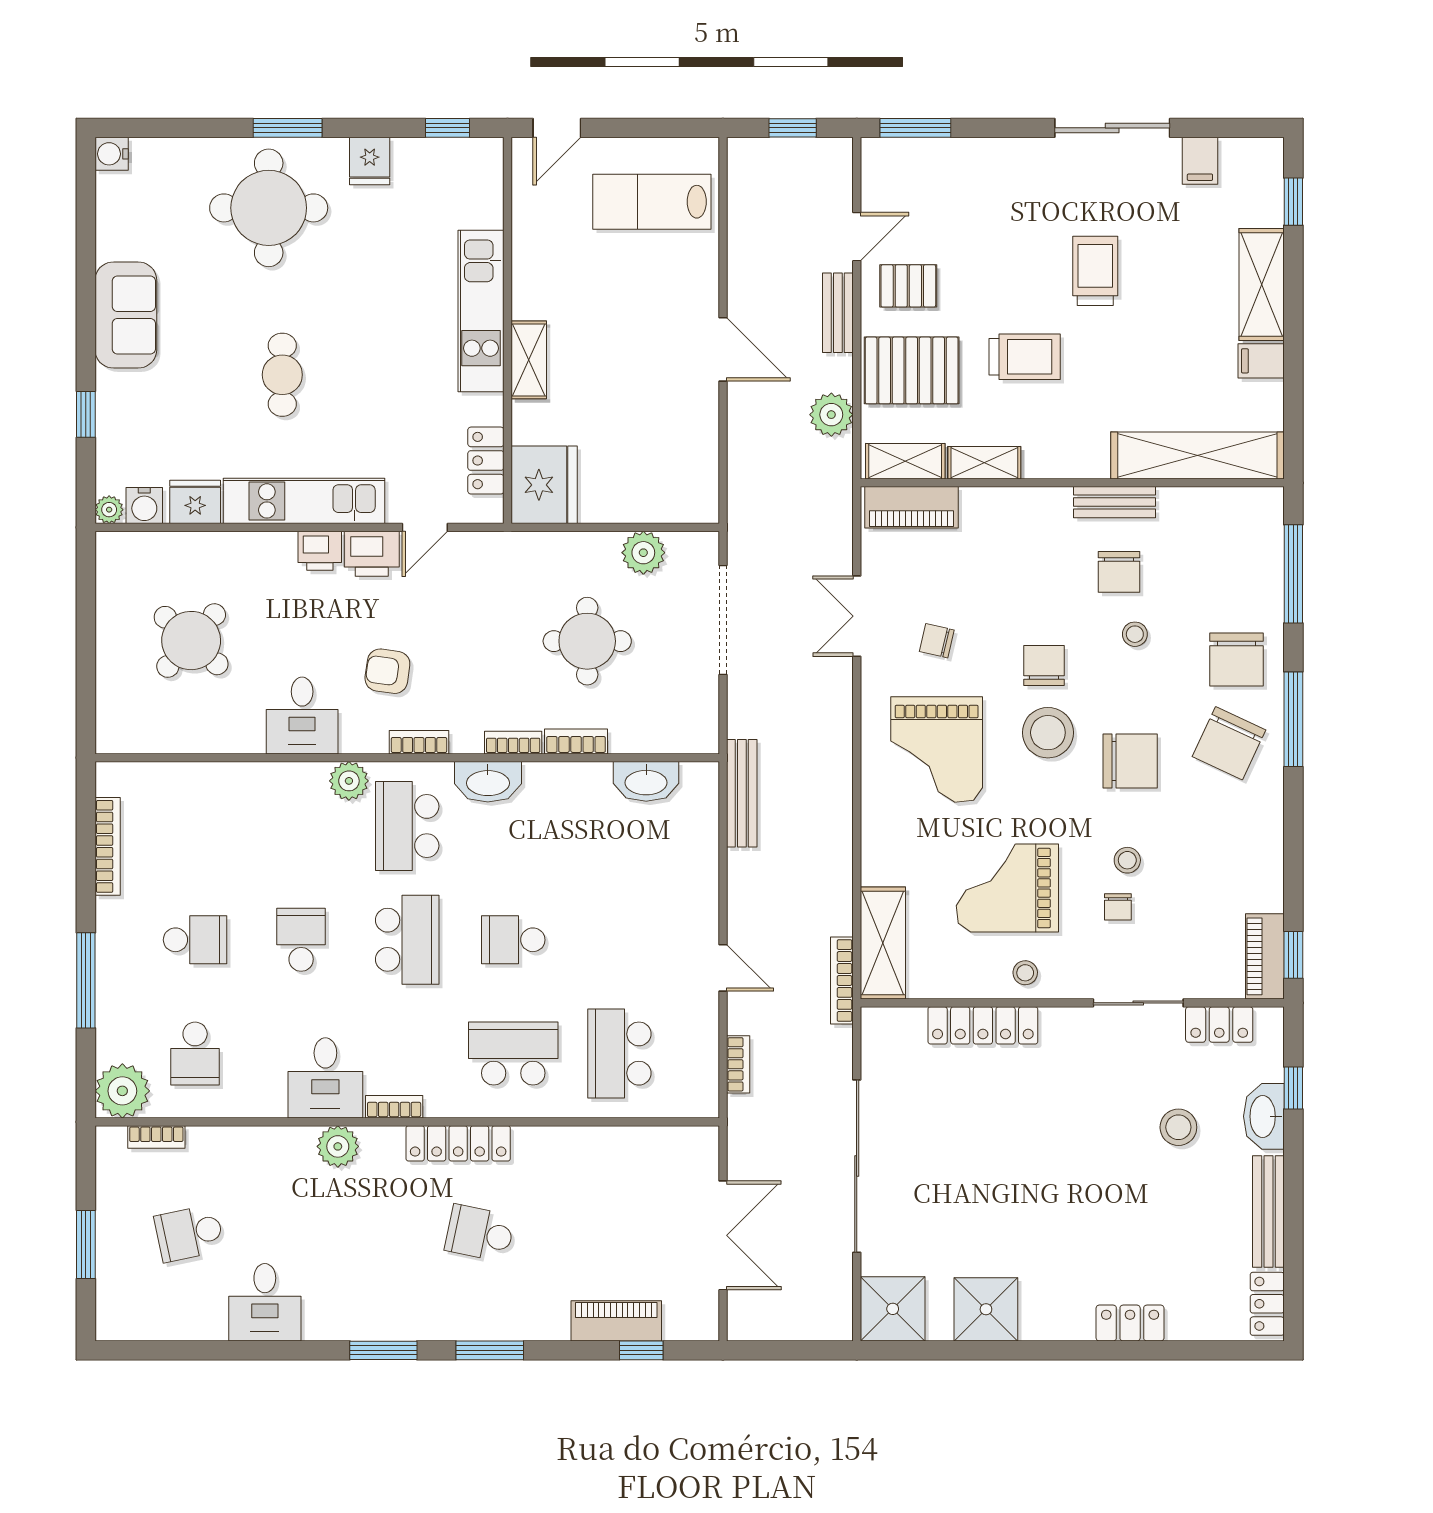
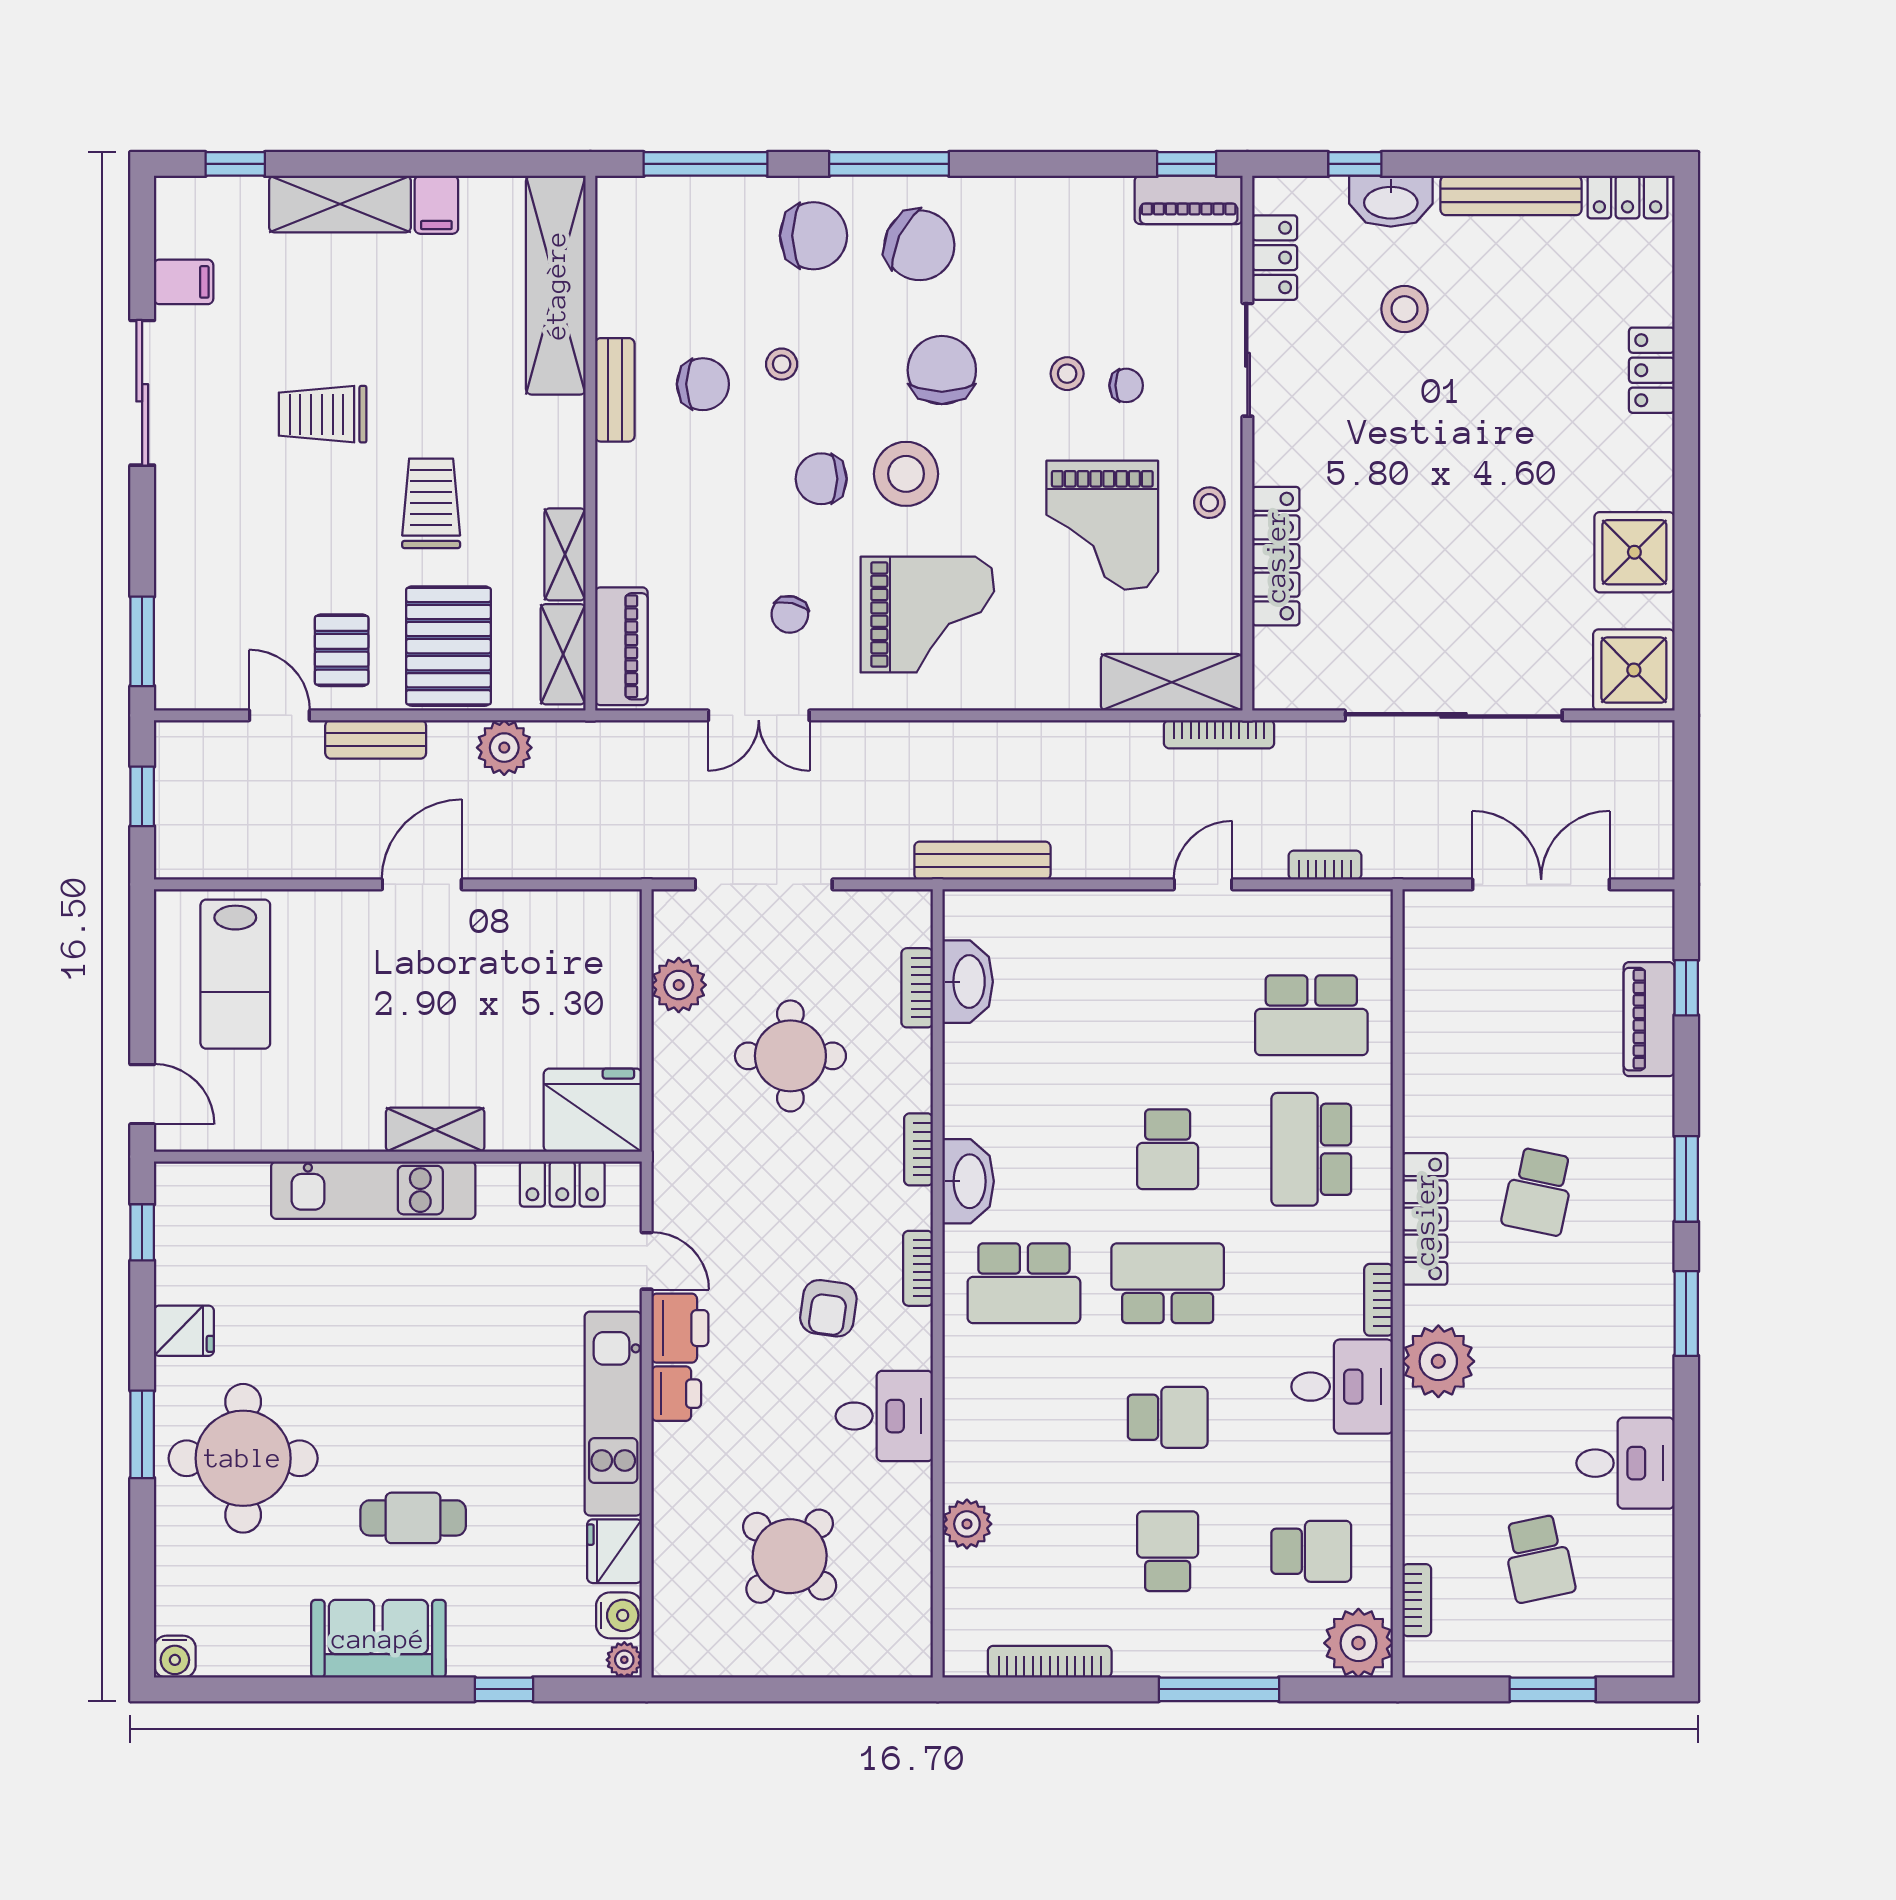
cafe table: (282, 375) -> (413, 1518), moved
bookcase: (576, 741) -> (917, 988), moved
plant: (349, 781) -> (967, 1524), moved
school desk: (301, 940) -> (1168, 1417), turned 180
plant: (338, 1146) -> (1438, 1361), width x1.36, depth x1.36

